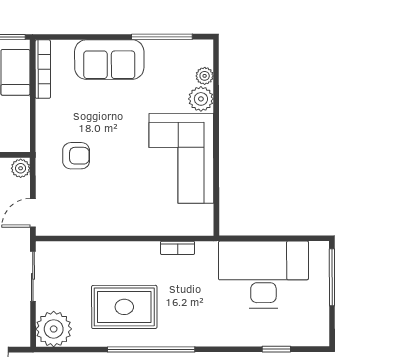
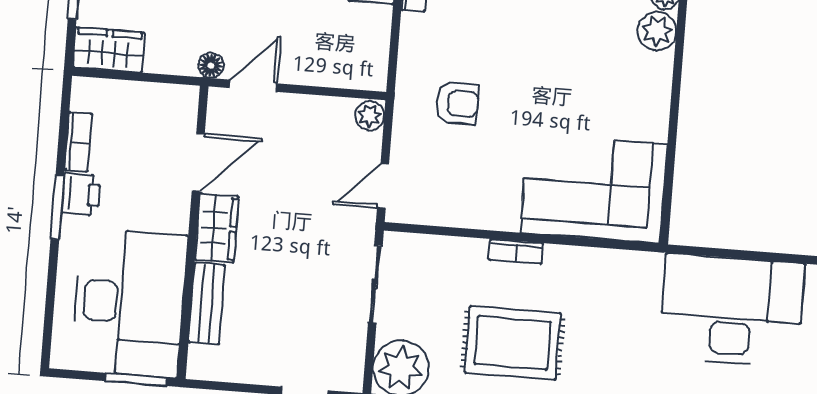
corner sofa: (181, 158) -> (594, 189), moved, turned 90
bookcase: (178, 248) -> (516, 251), moved

